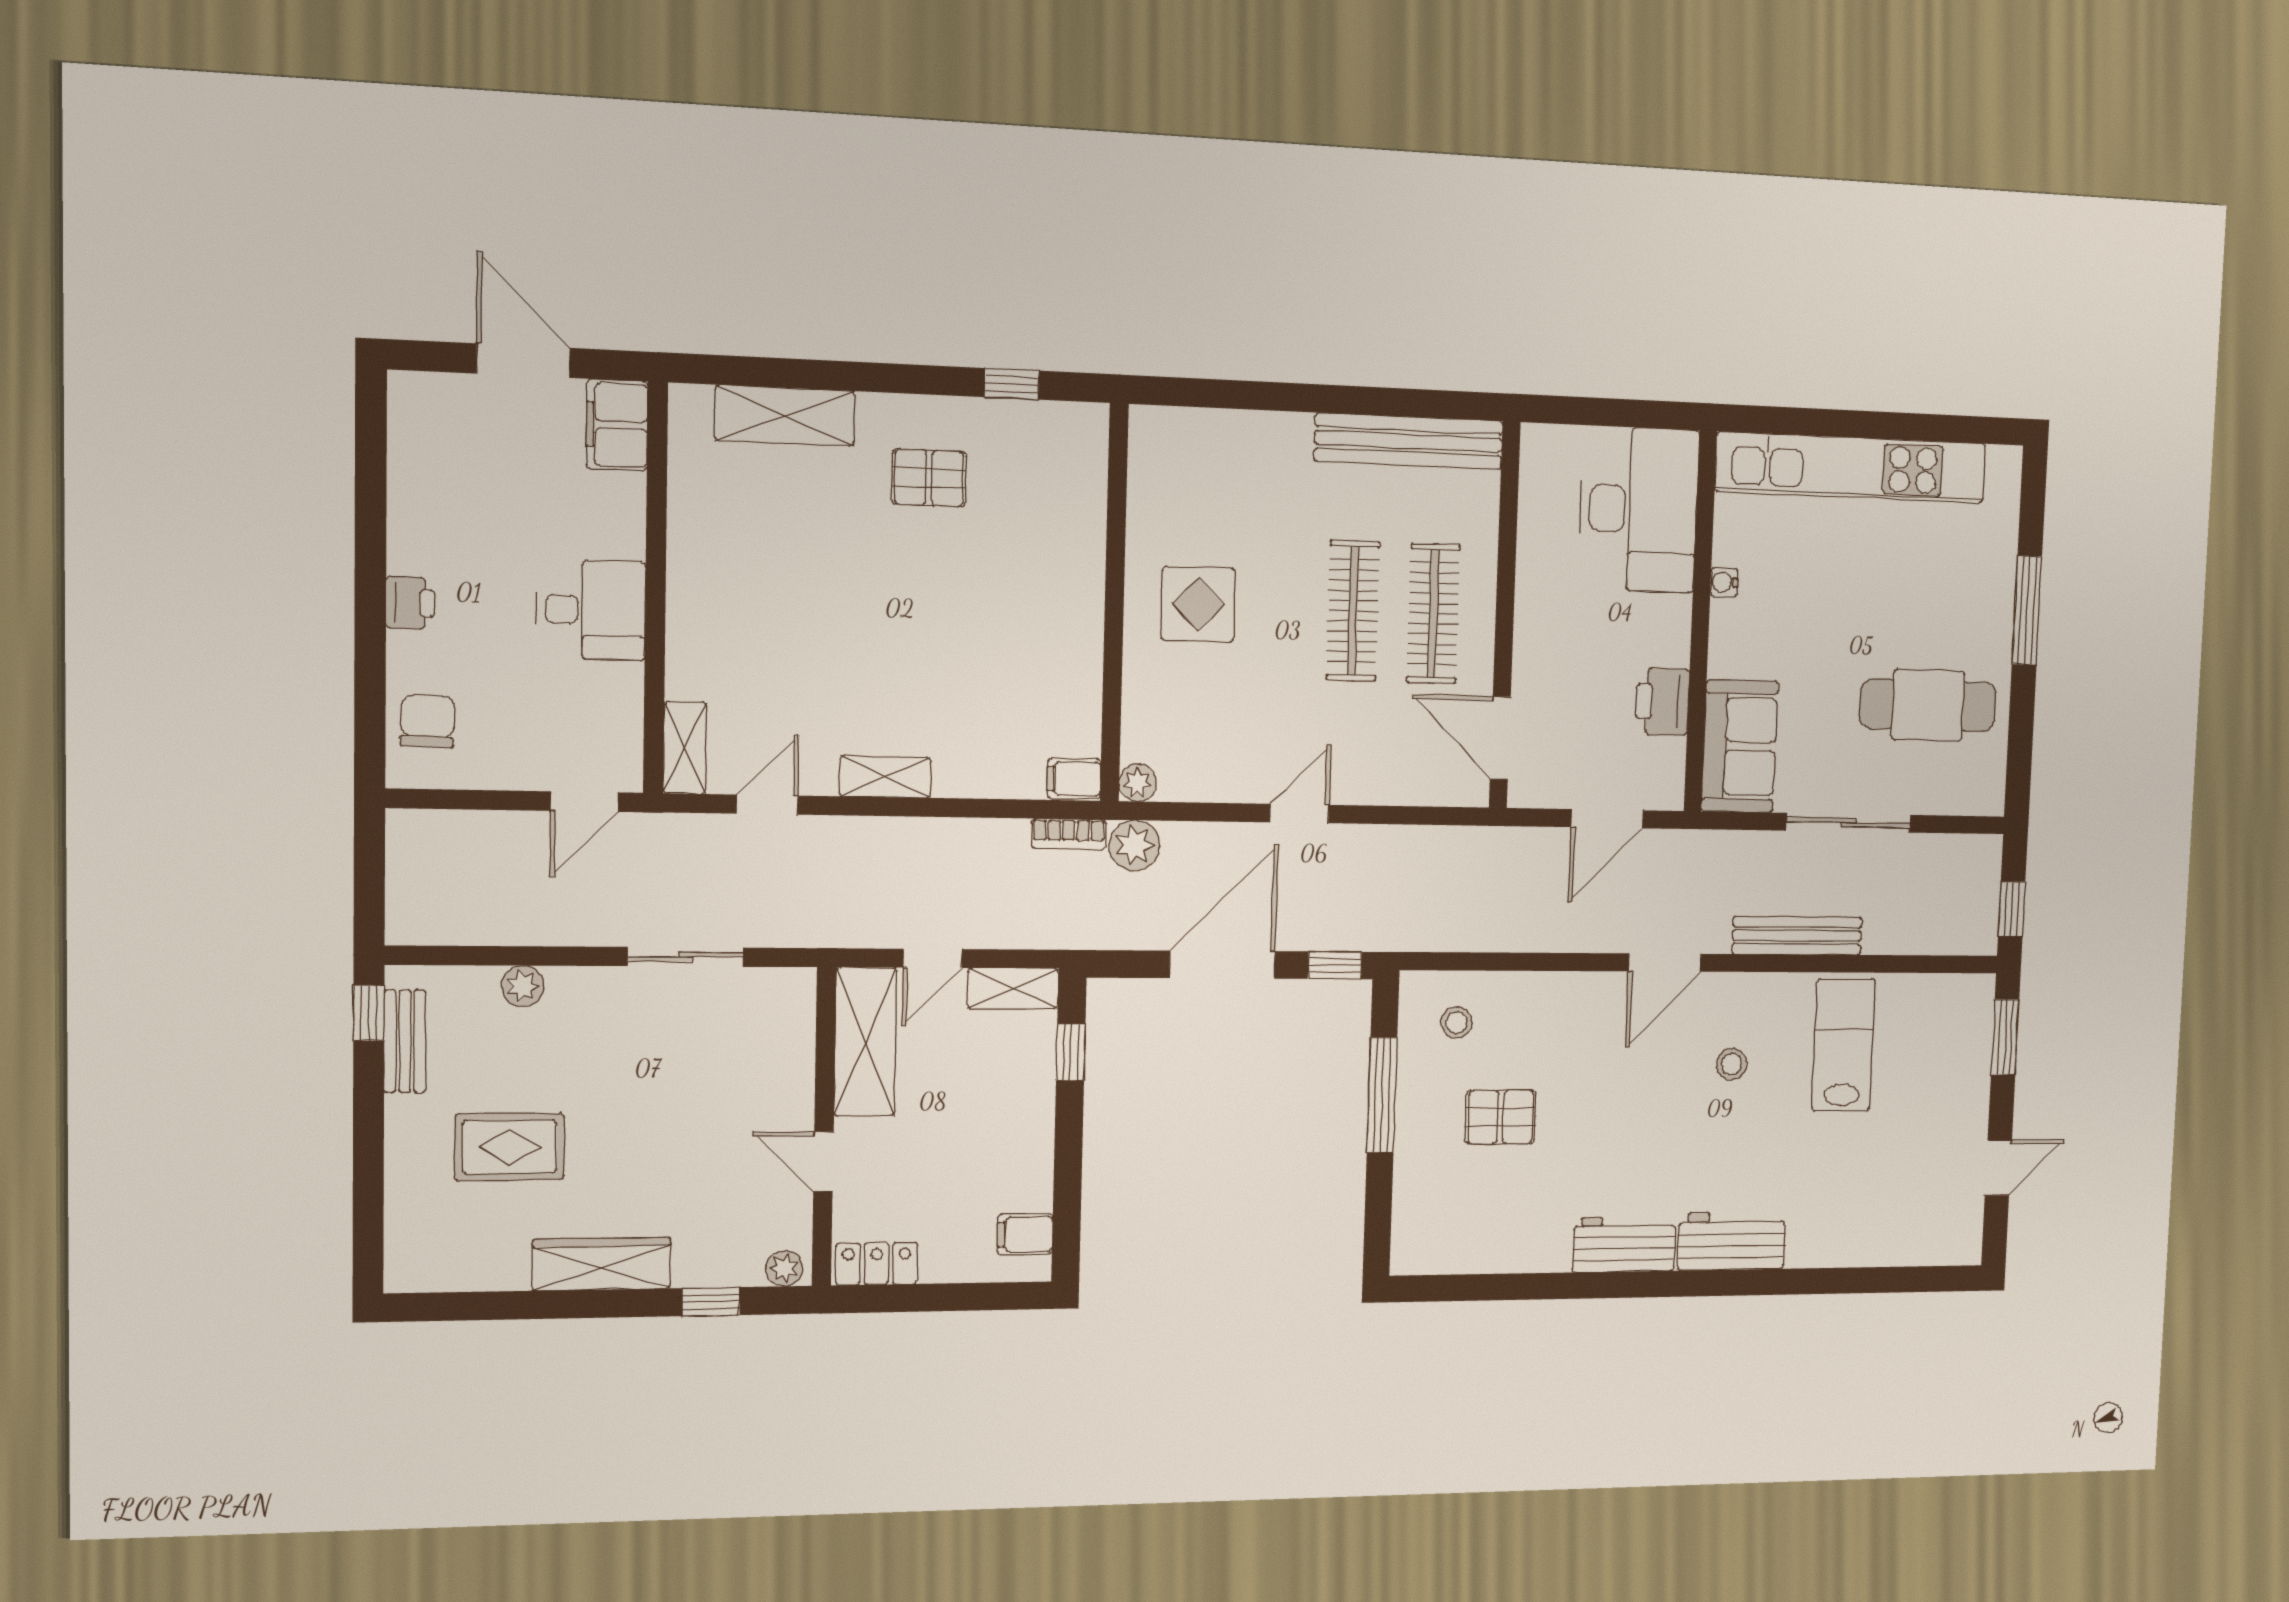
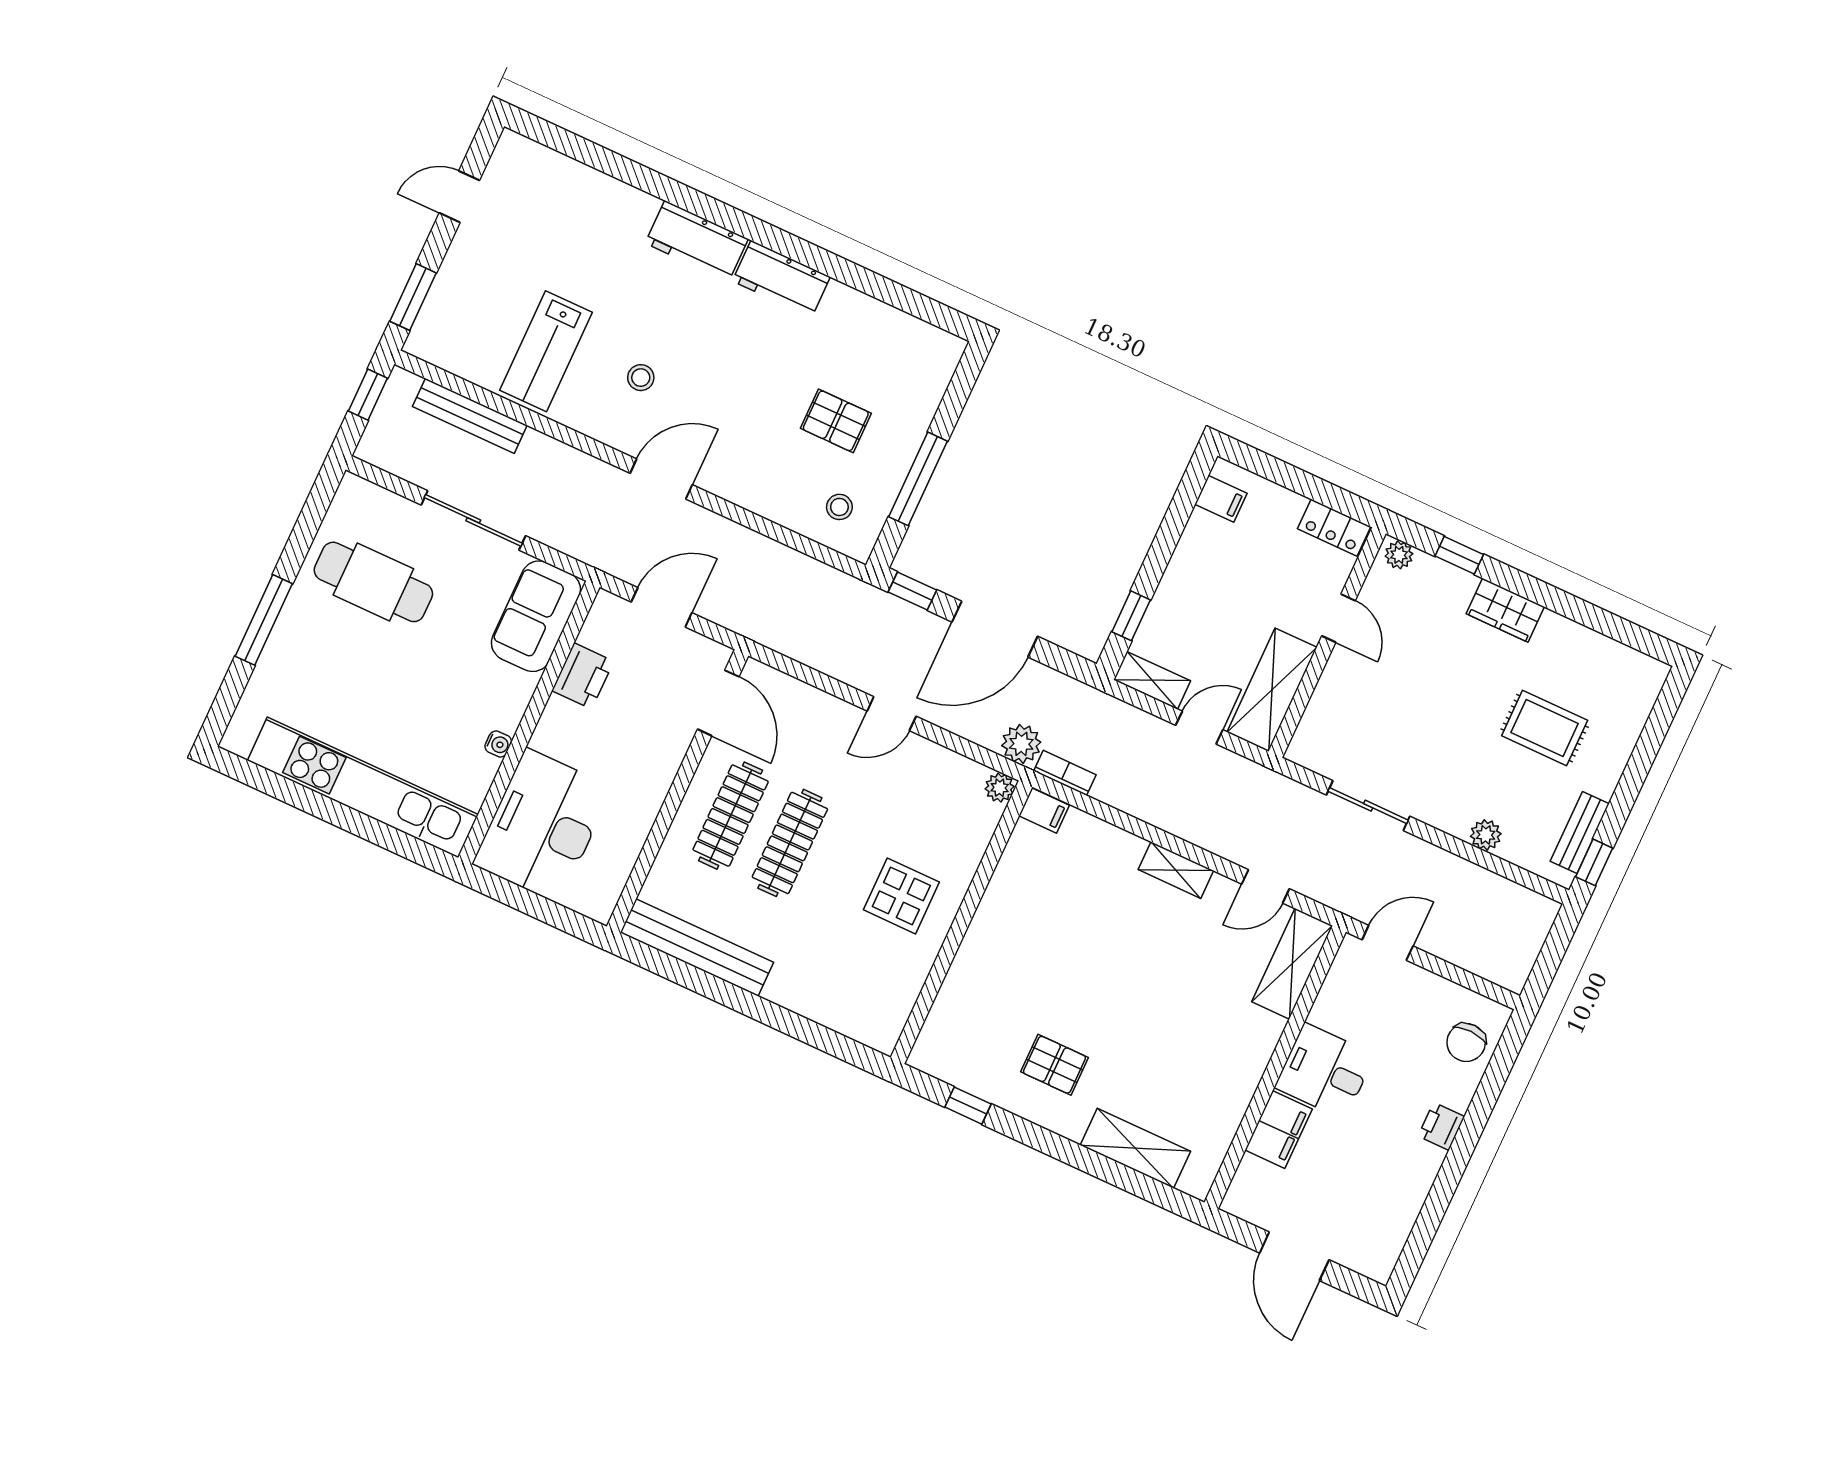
filing cabinet: (617, 425) -> (1279, 1129), moved
shelving: (685, 748) -> (1292, 964), width x1.50, depth x1.33
bench: (1797, 936) -> (470, 416), moved
wardrobe: (601, 1264) -> (1505, 610), width x0.67

